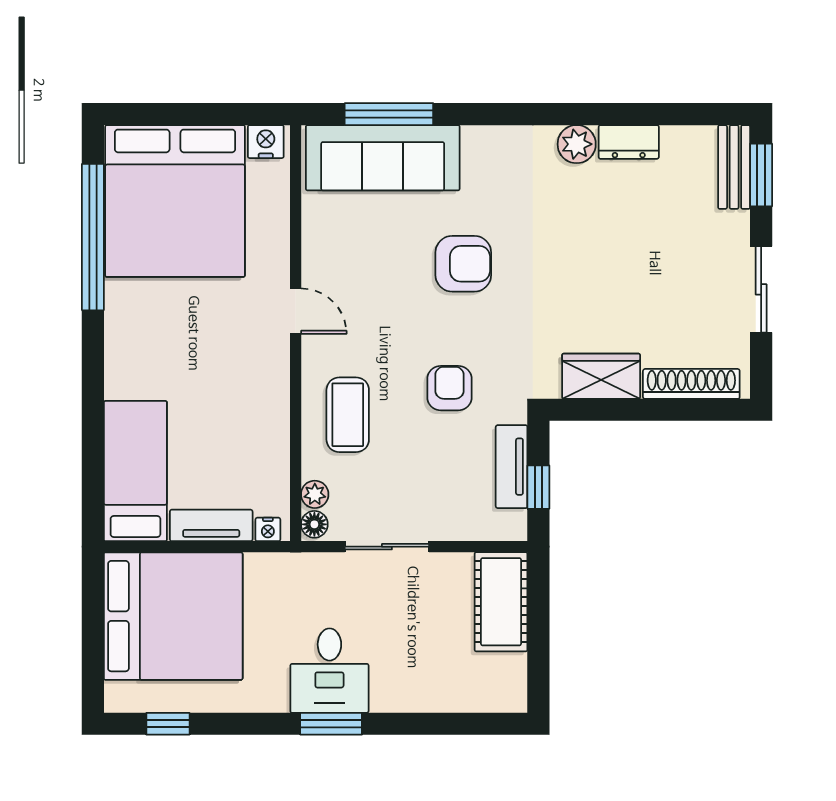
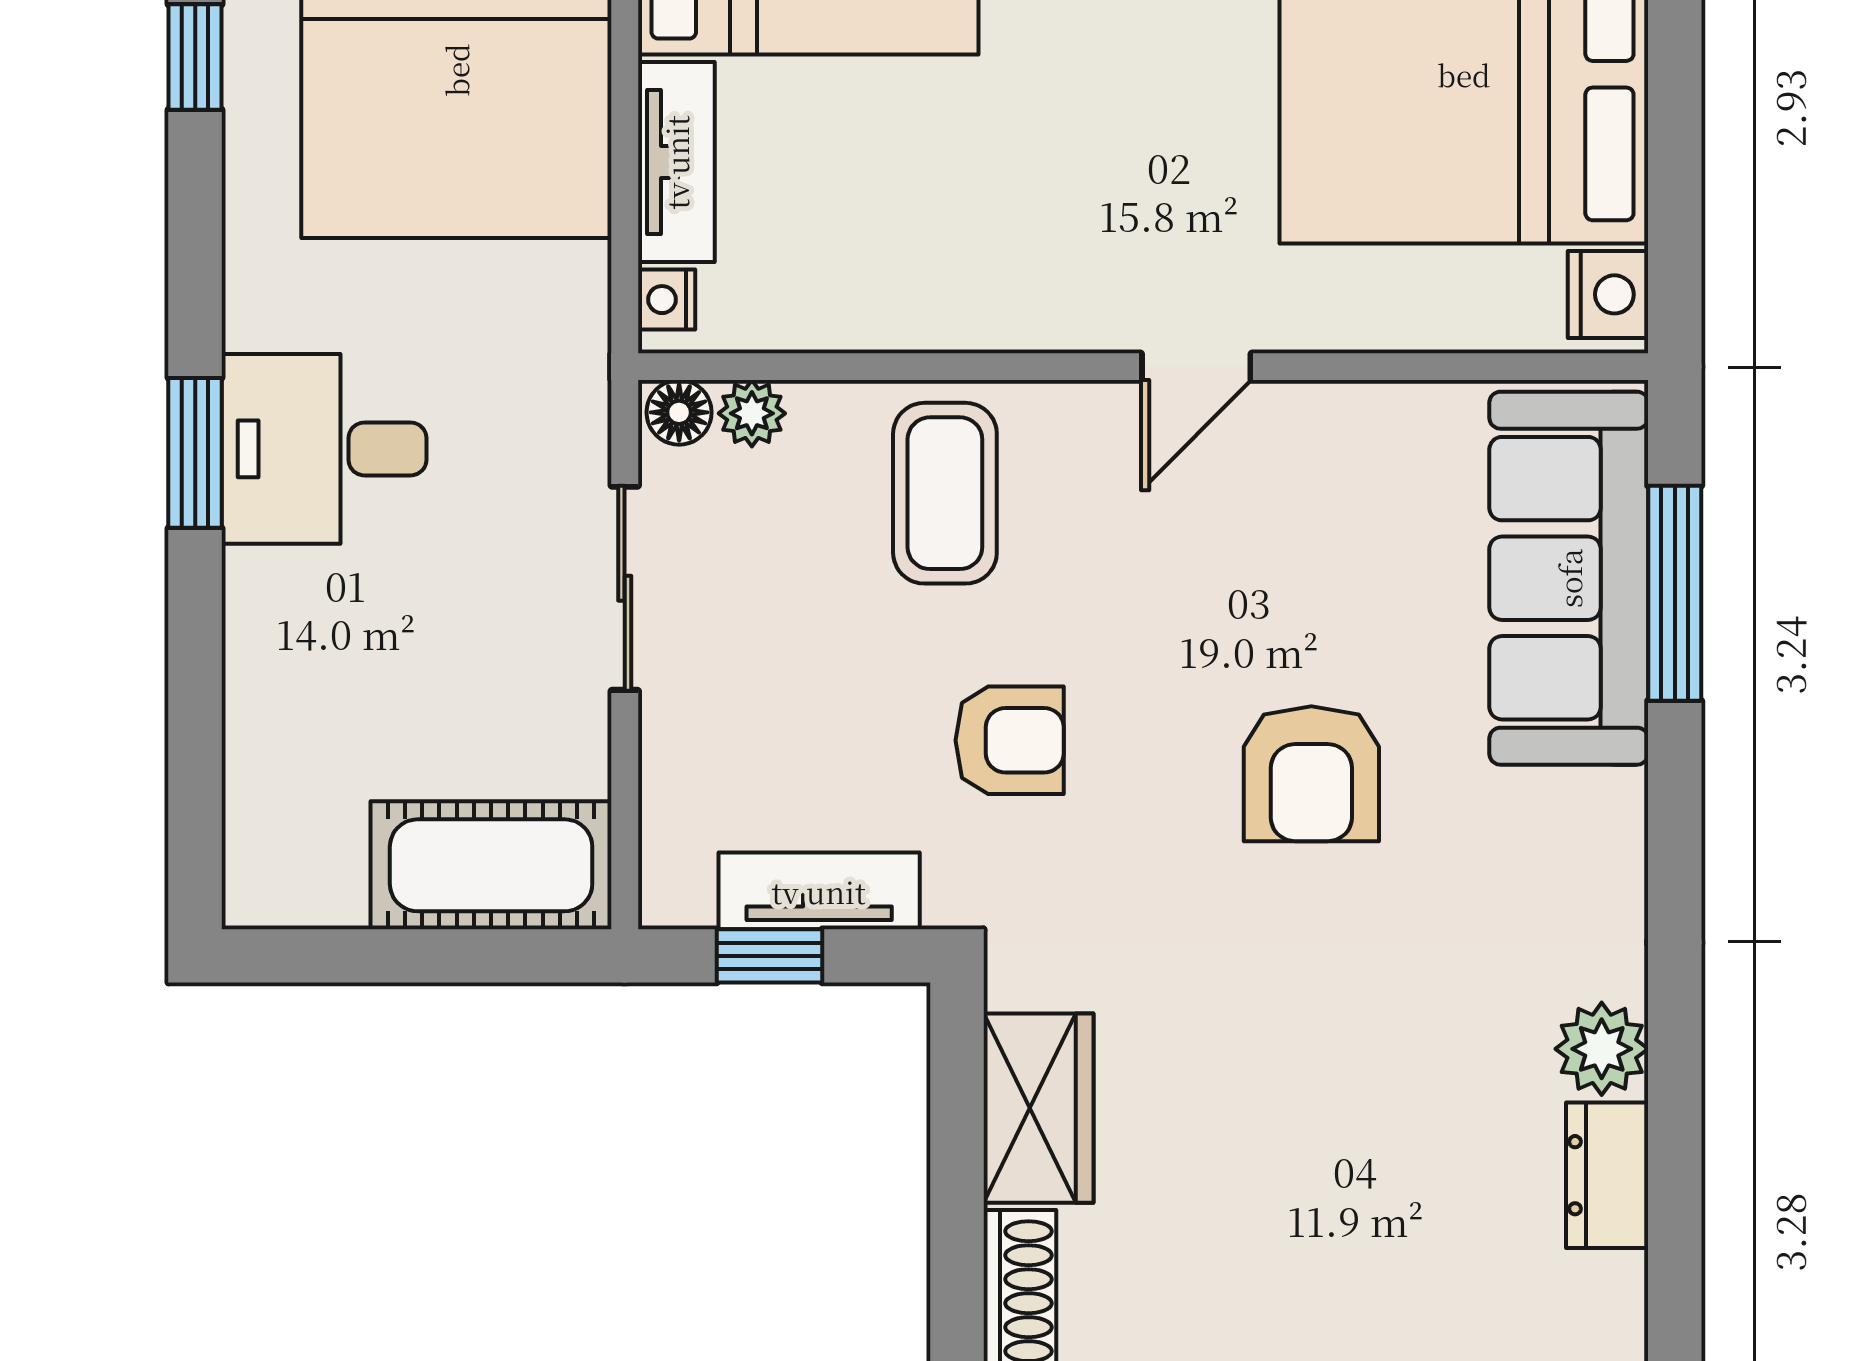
coffee table: (348, 415) -> (945, 493), turned 90

